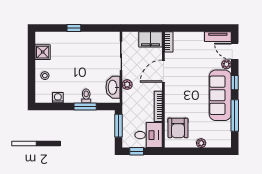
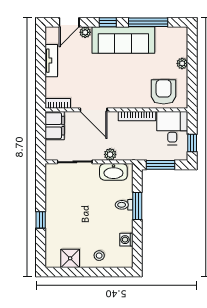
tv unit: (218, 37) -> (51, 61), moved
armchair: (178, 128) -> (164, 92), turned -90

